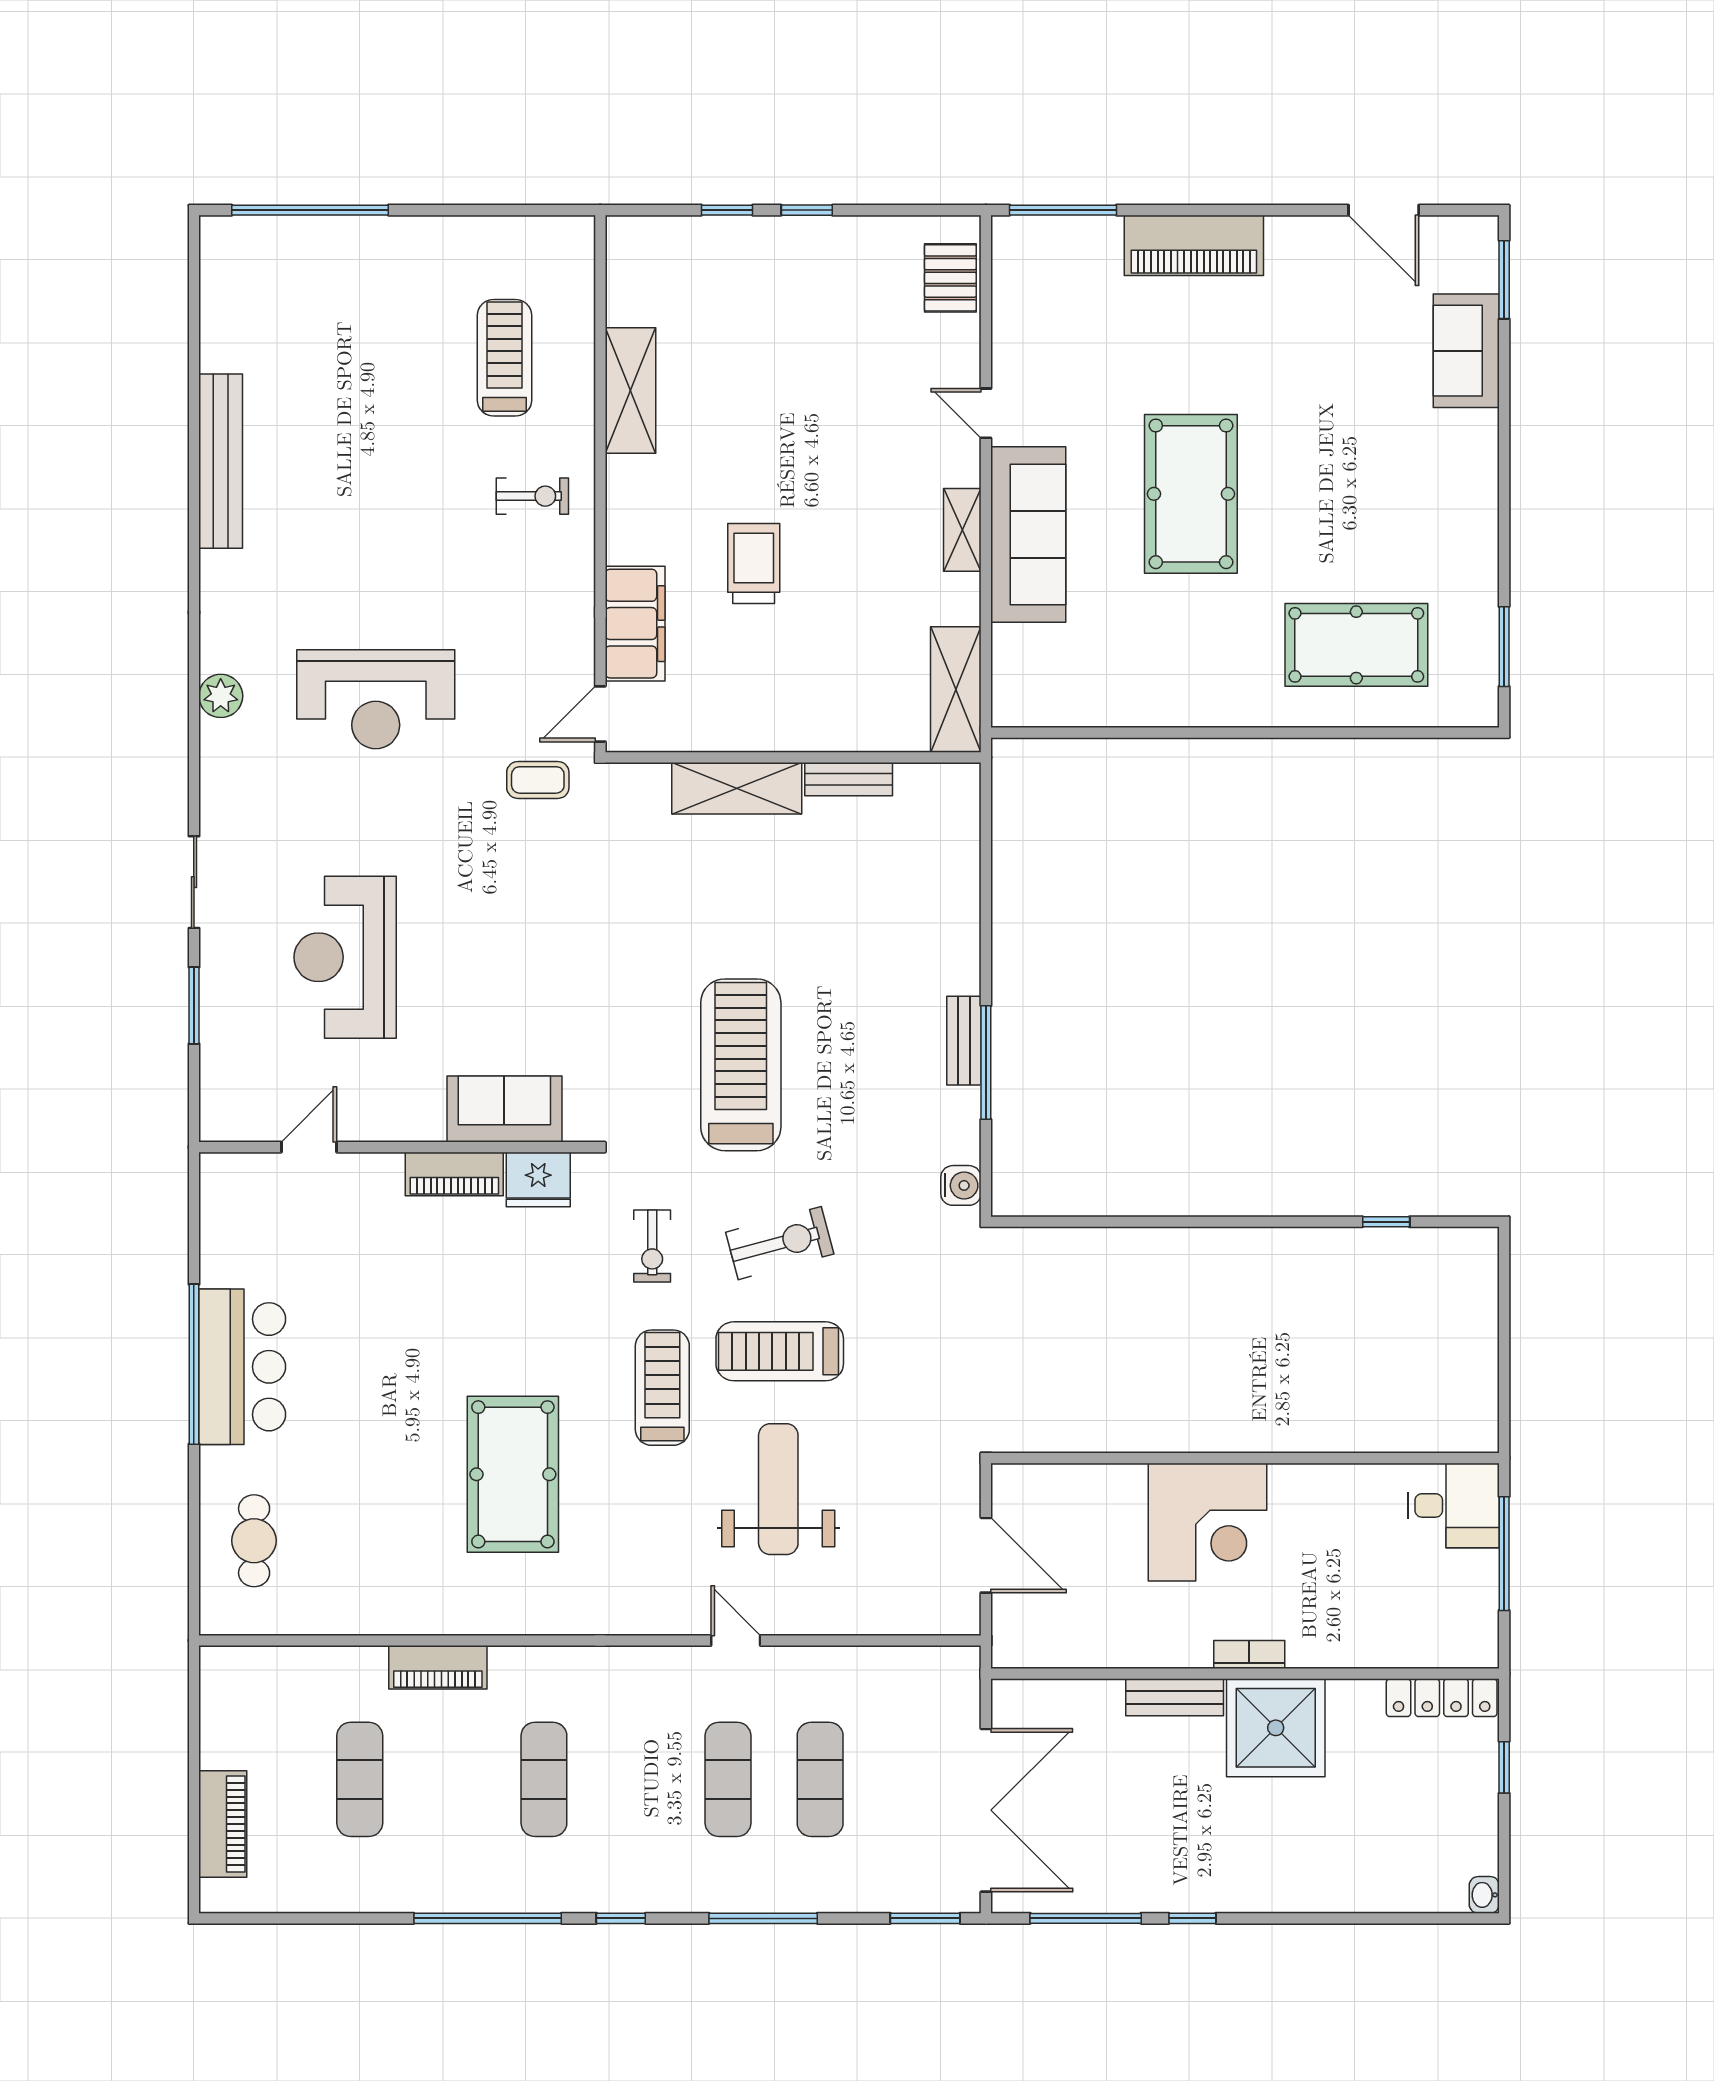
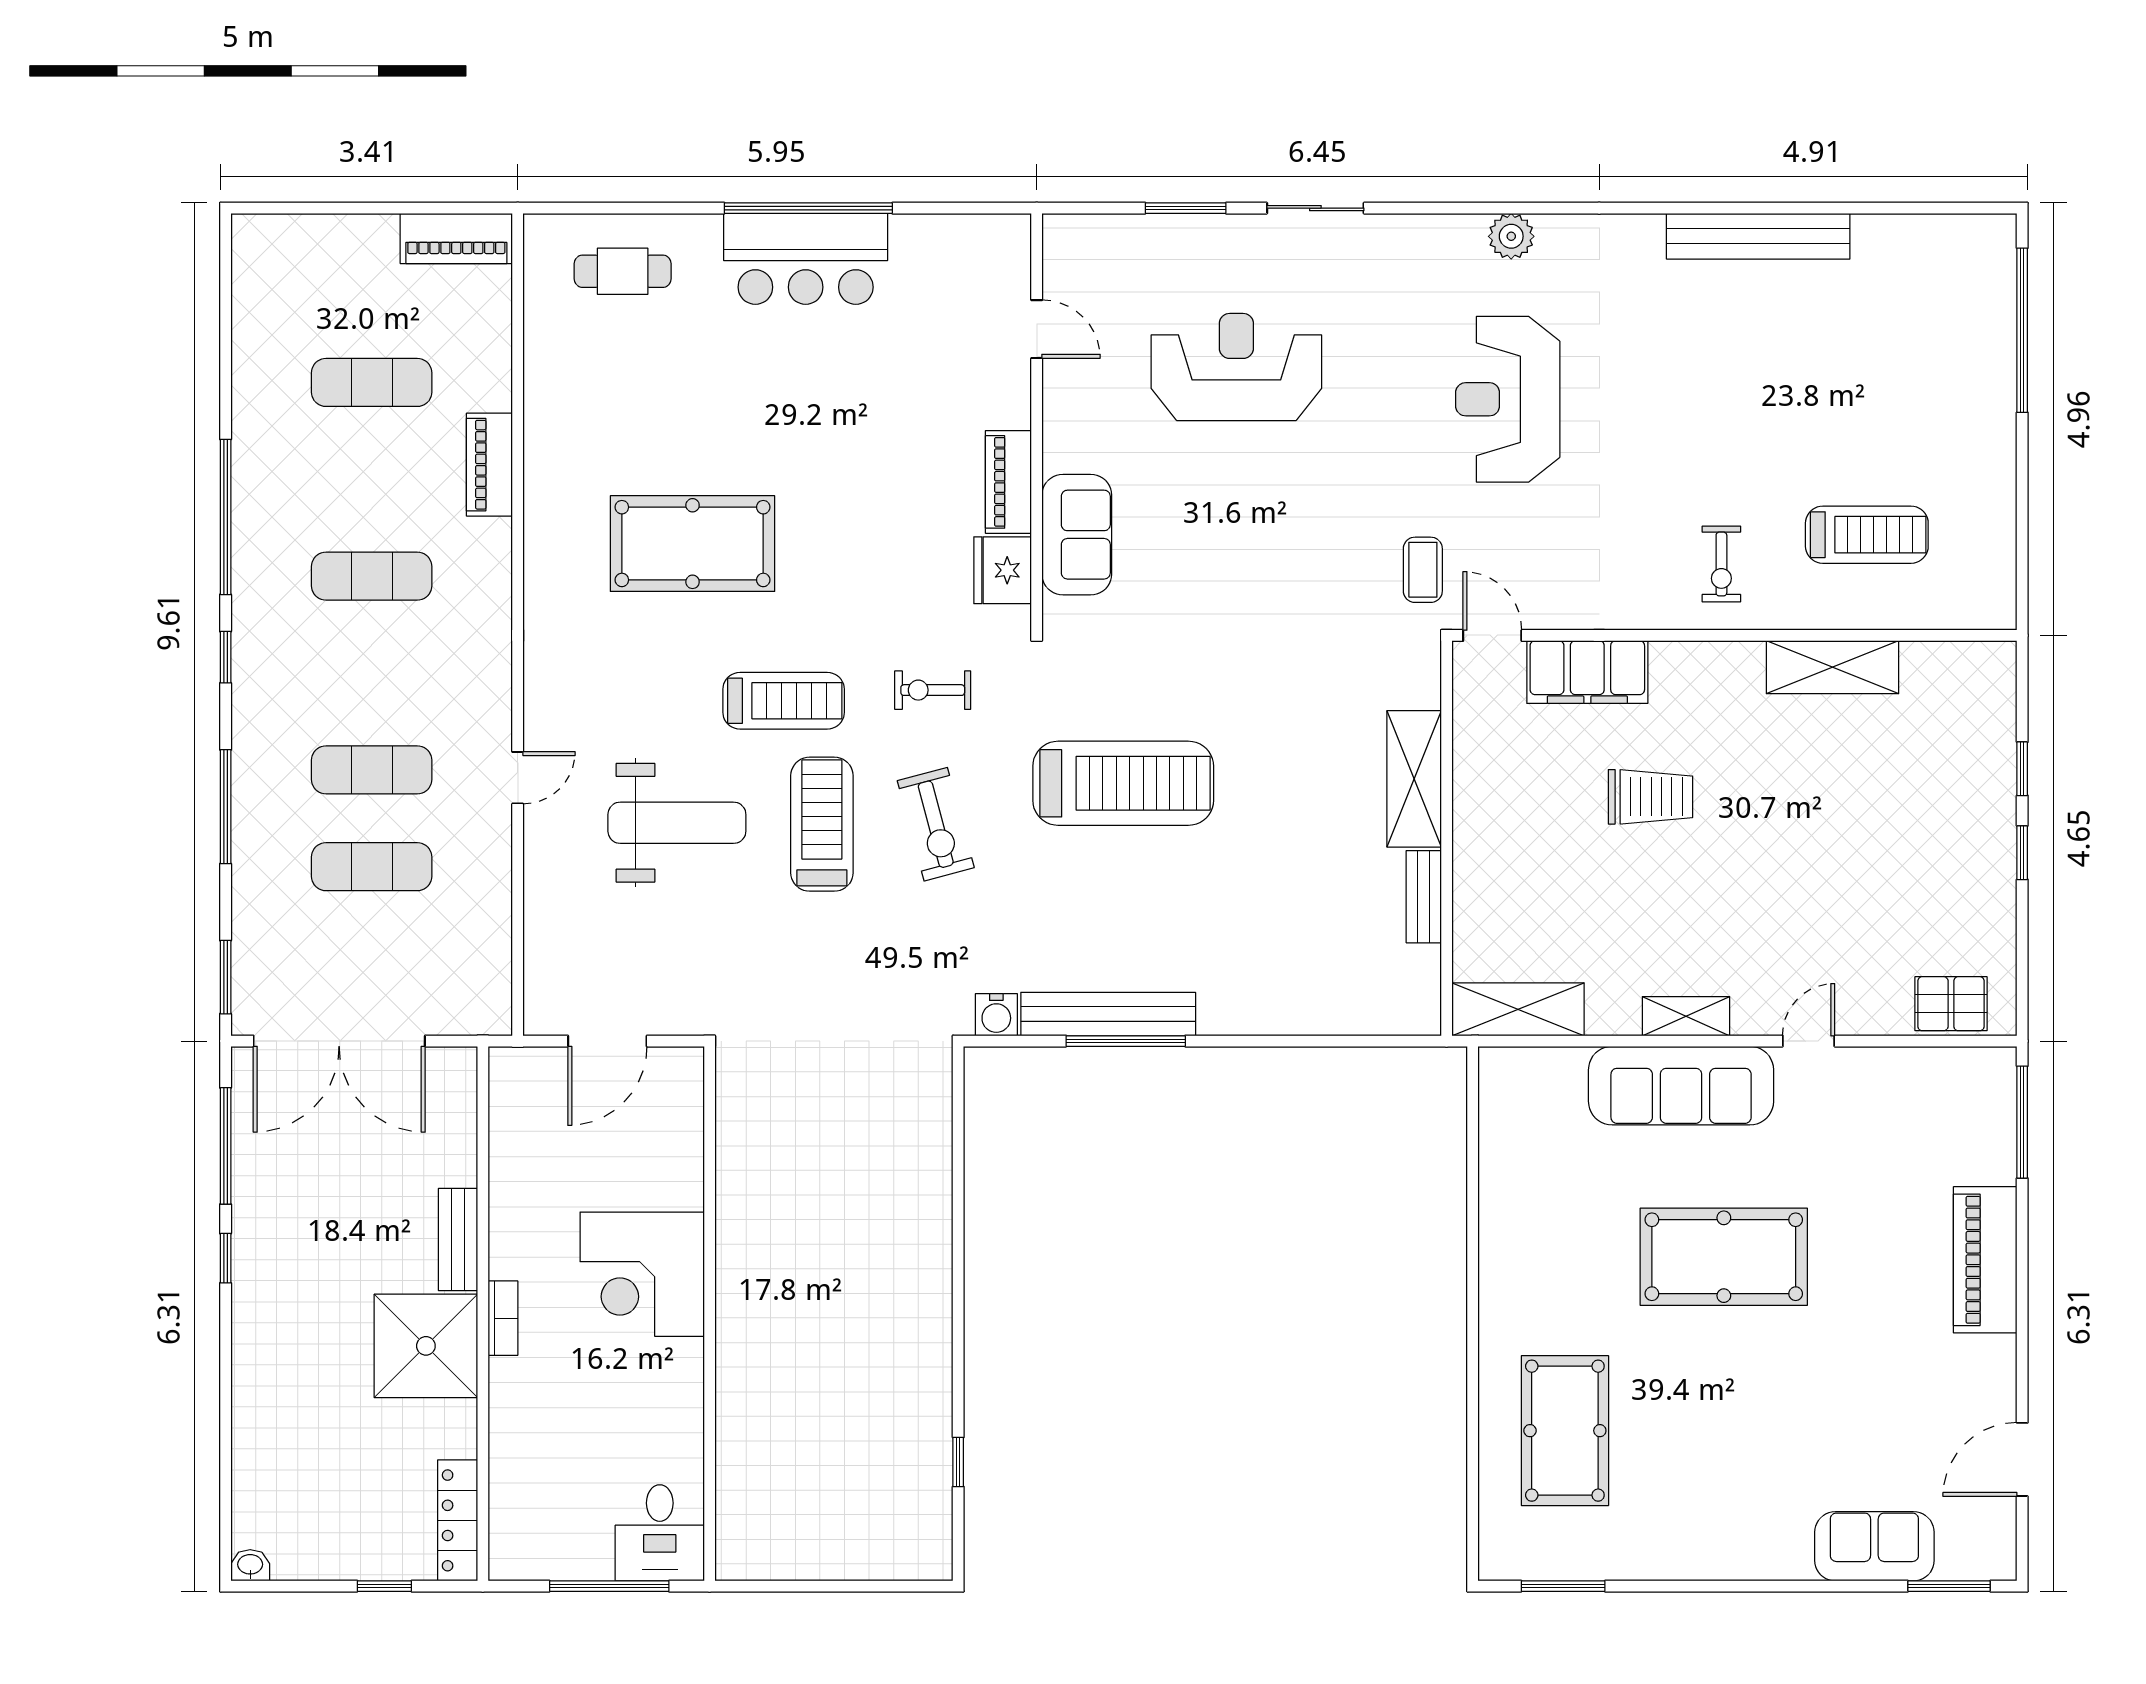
bench: (964, 1041) -> (1108, 1014), width x1.86, depth x1.21
piano: (223, 1824) -> (456, 238), moved

